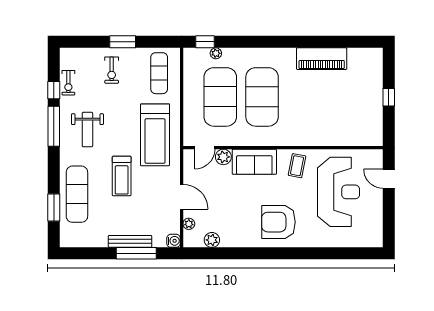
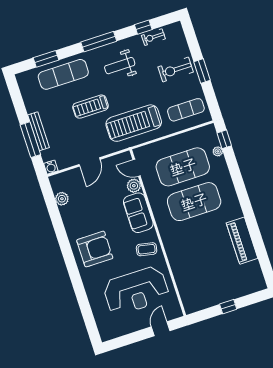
exercise bike: (112, 70) -> (176, 70), width x1.38, depth x1.39
window: (54, 126) -> (99, 42), moved
armchair: (278, 222) -> (95, 249), turned 90
plant: (189, 224) -> (69, 175), removed

